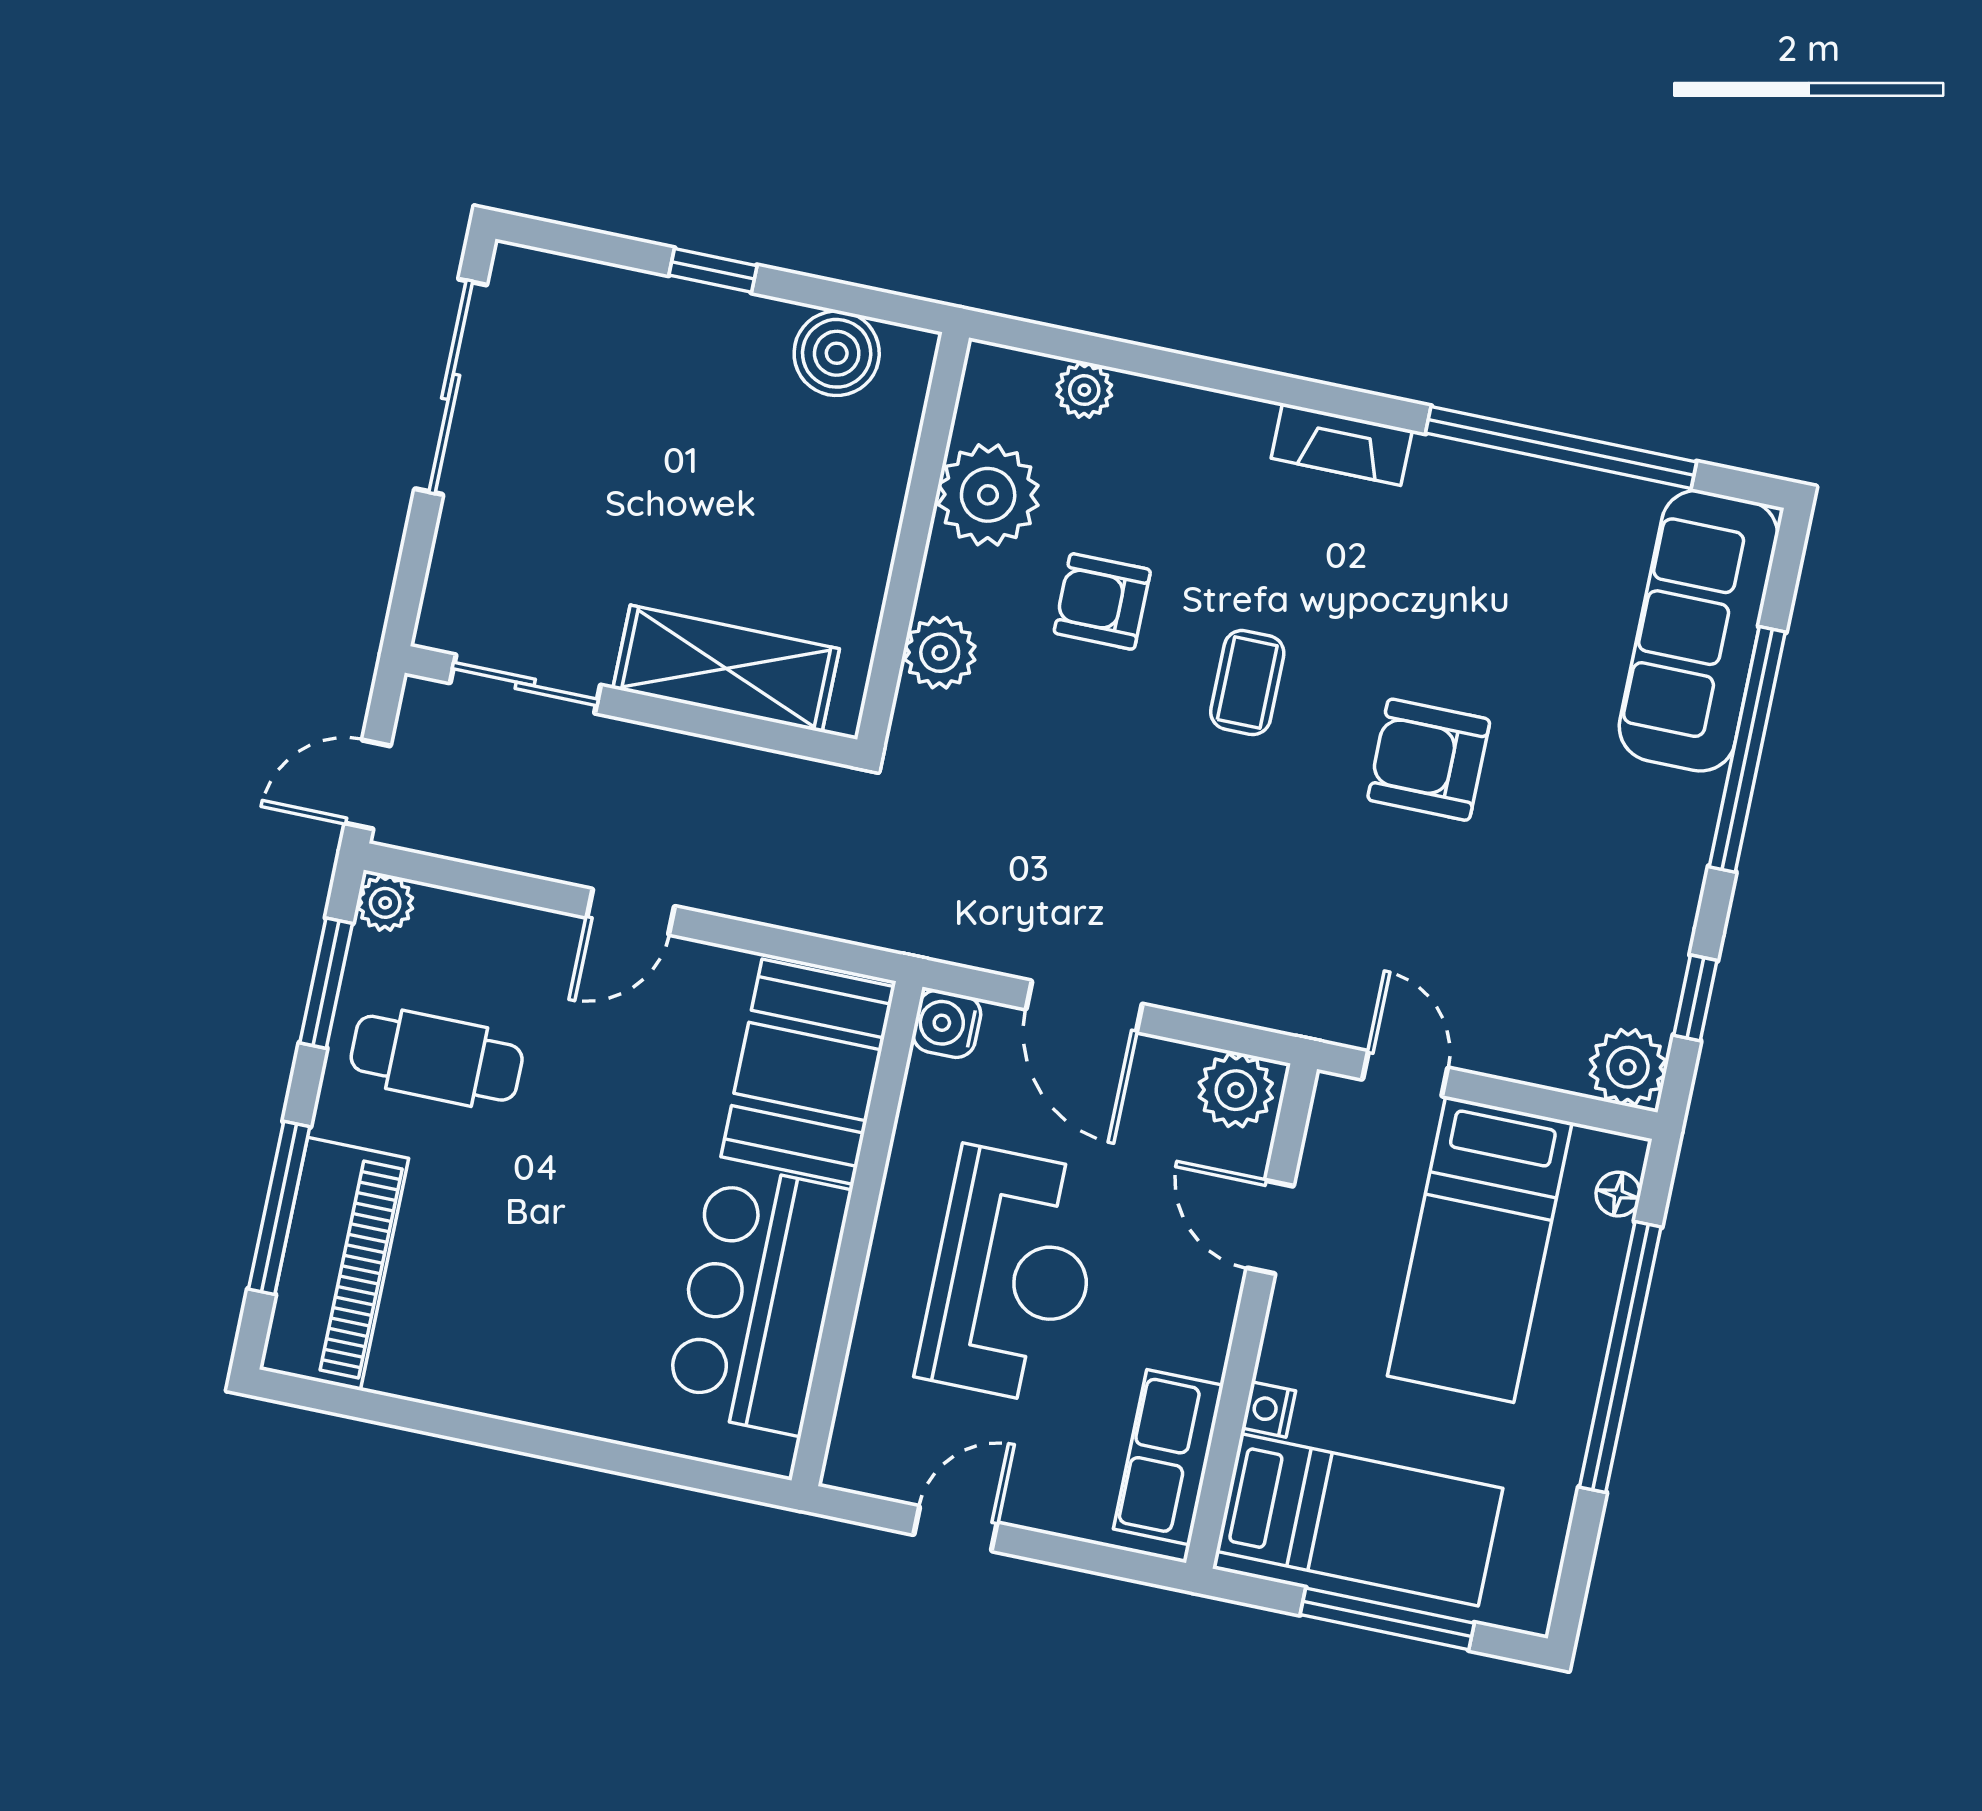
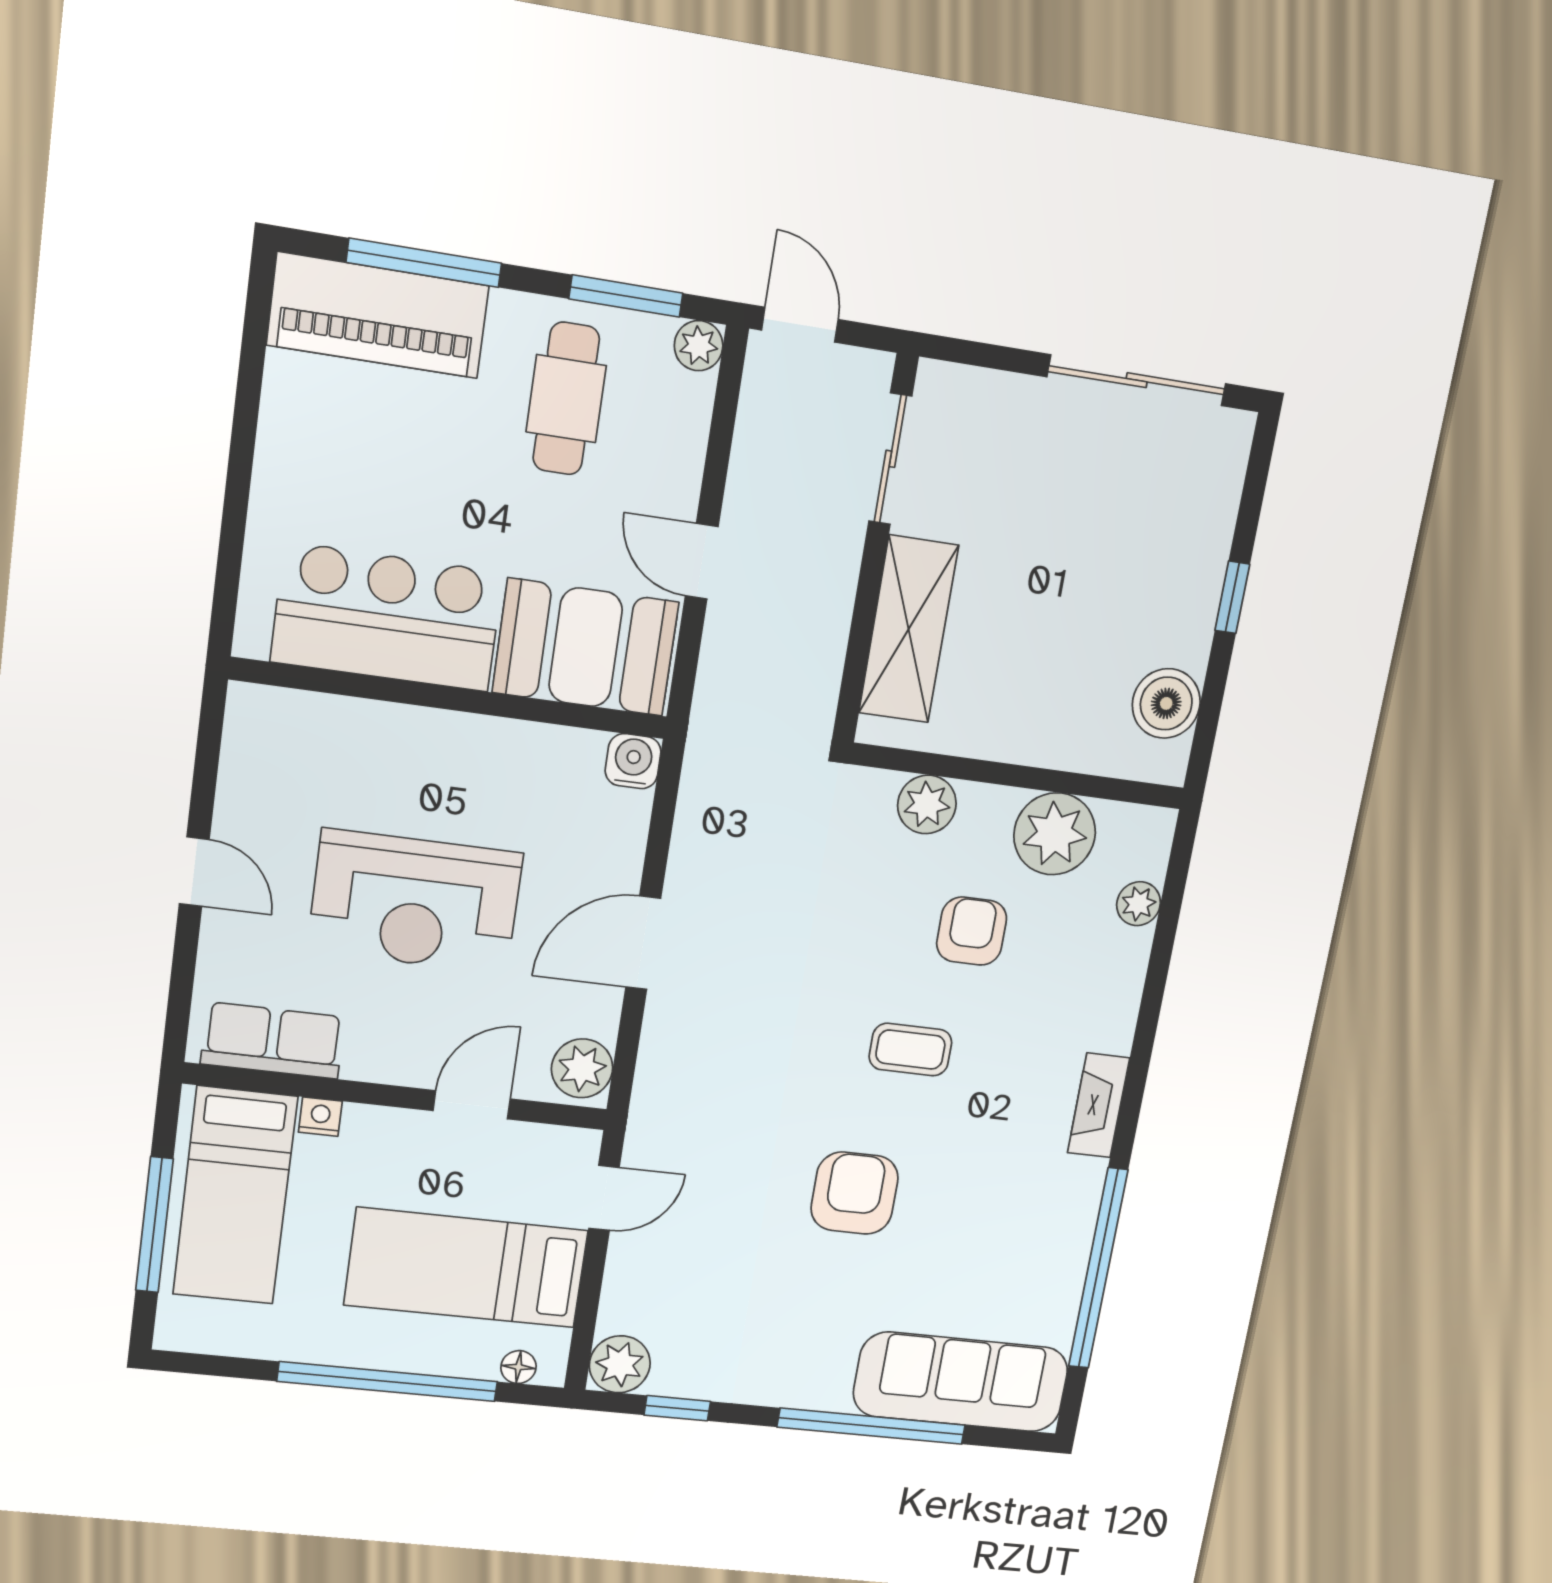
water cooler: (947, 1024) -> (633, 761), moved
booth: (808, 1072) -> (586, 647), moved
wall: (857, 1234) -> (450, 698), moved
bar counter: (758, 1299) -> (387, 617), moved

